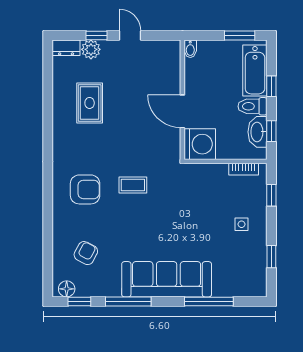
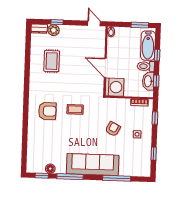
door: (130, 36) -> (94, 23), moved
armchair: (86, 253) -> (113, 129), moved
floor lamp: (67, 289) -> (50, 169), moved

